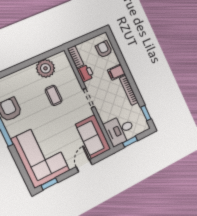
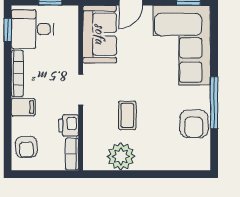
desk: (120, 130) -> (32, 29), moved, turned 180

